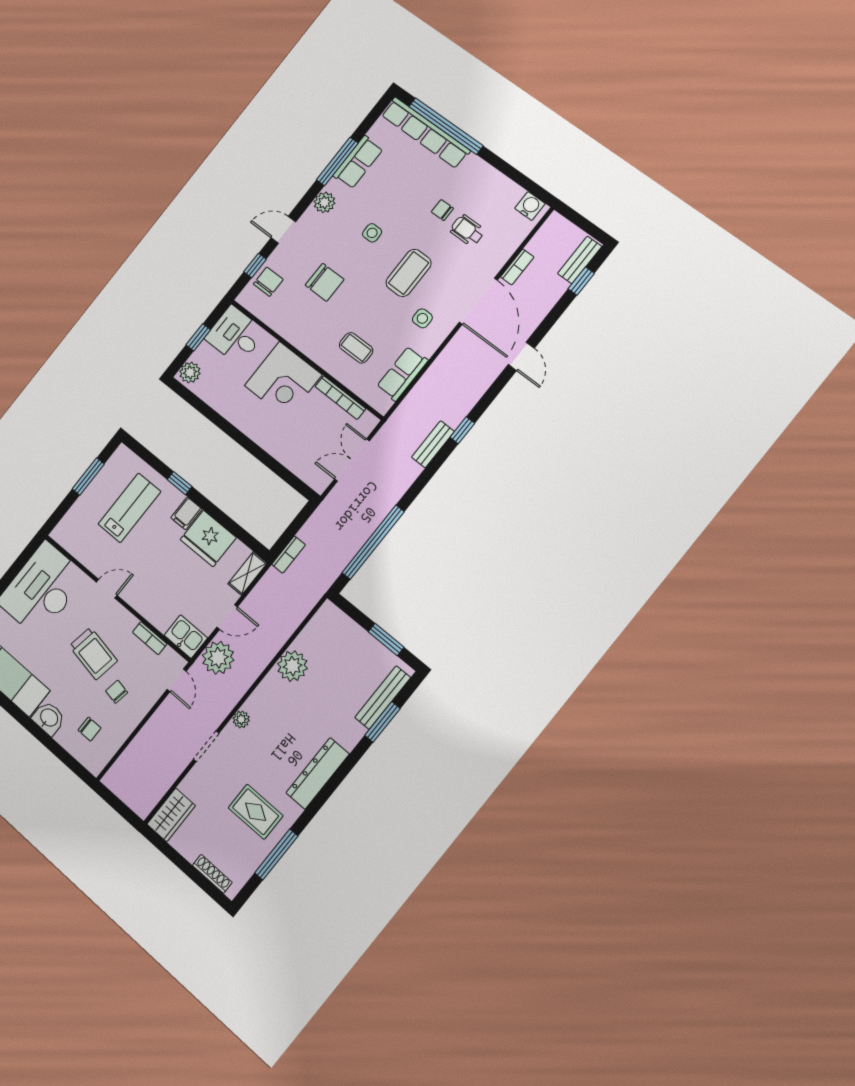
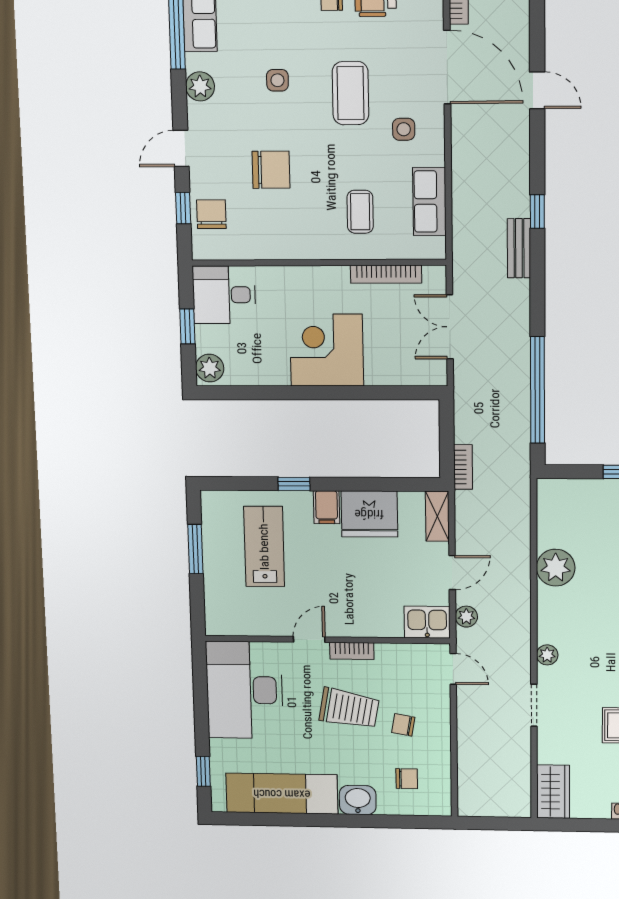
coffee table: (356, 348) -> (360, 212), turned 90
corner desk: (283, 380) -> (327, 350), moved, turned 180
bookcase: (150, 638) -> (352, 651), moved
plant: (218, 658) -> (466, 617), width x0.53, depth x0.53

